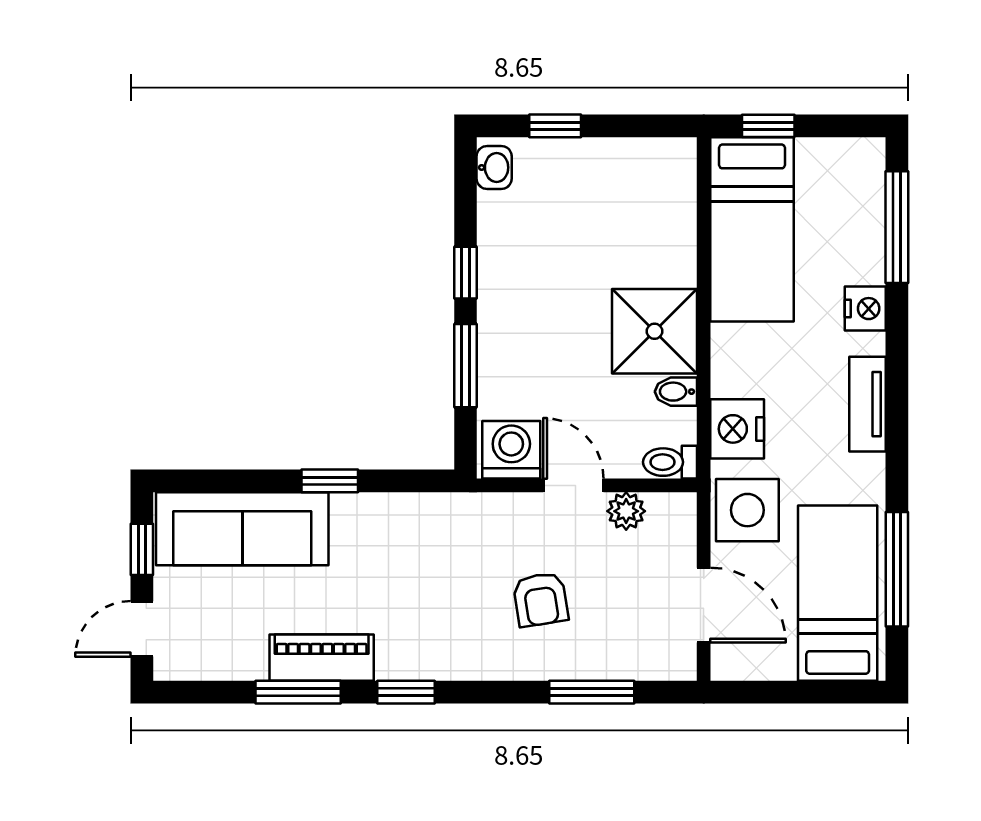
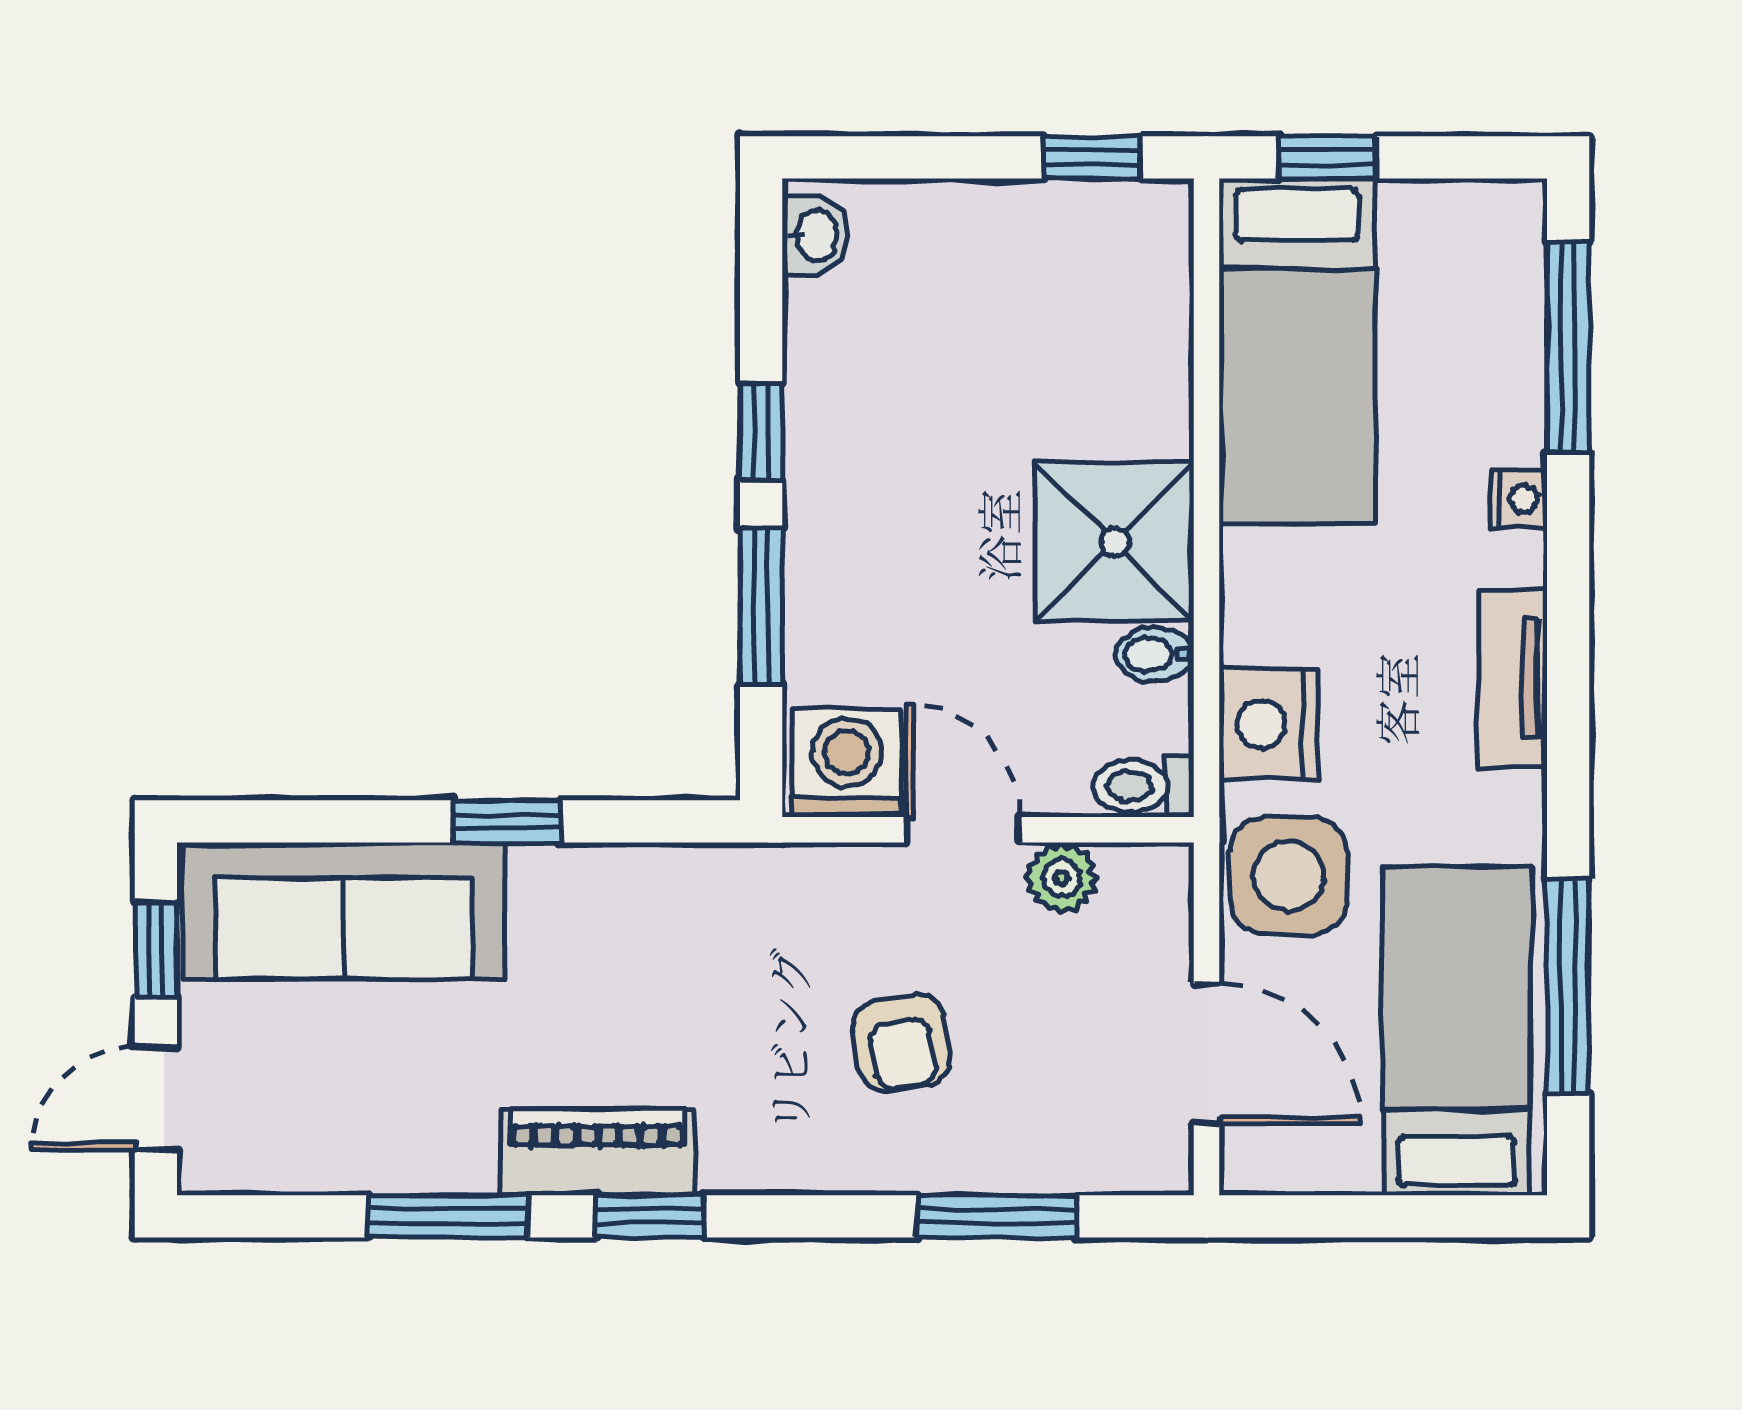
window: (555, 126) -> (1092, 157), moved
nightstand: (865, 309) -> (1519, 499), width x0.72, depth x0.74
piano: (322, 658) -> (598, 1152), moved

